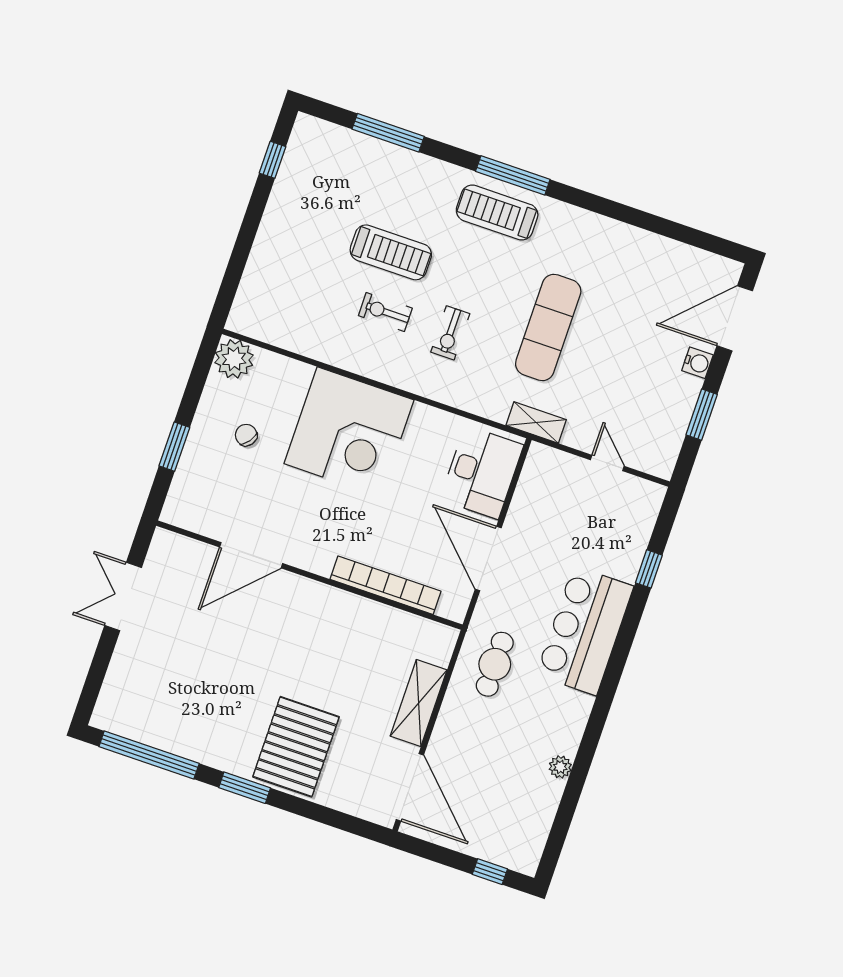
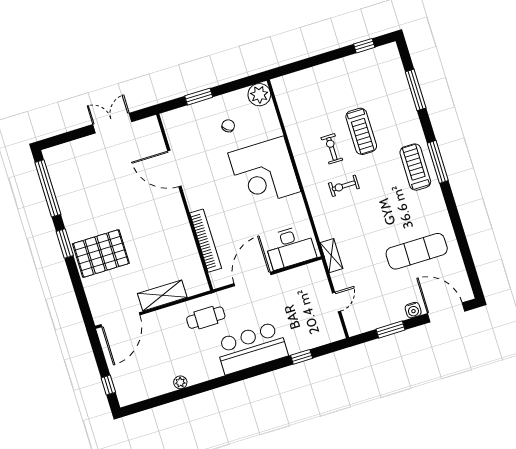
exercise mat: (548, 327) -> (417, 251), moved

